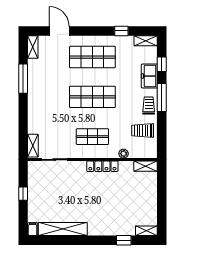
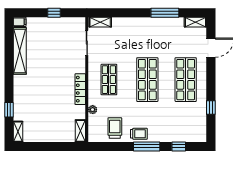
shelving: (146, 41) -> (201, 131), removed
freezer: (149, 76) -> (167, 134), removed

